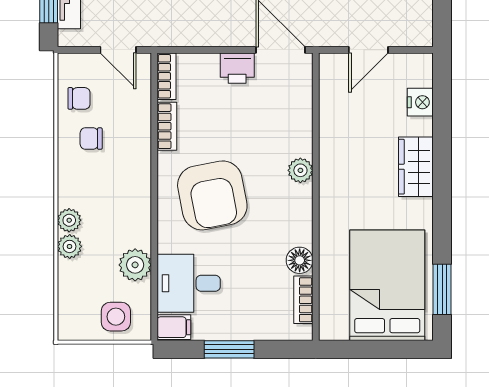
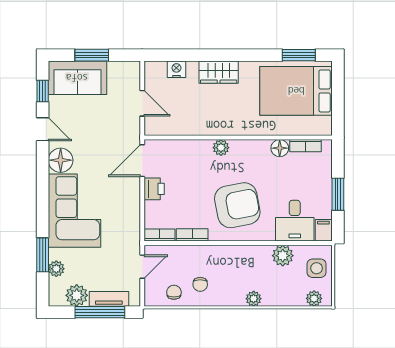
plant: (70, 246) -> (314, 298), moved

